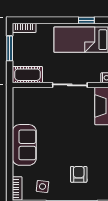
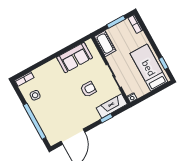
sofa: (24, 145) -> (75, 58), moved
armchair: (79, 174) -> (88, 89), moved

